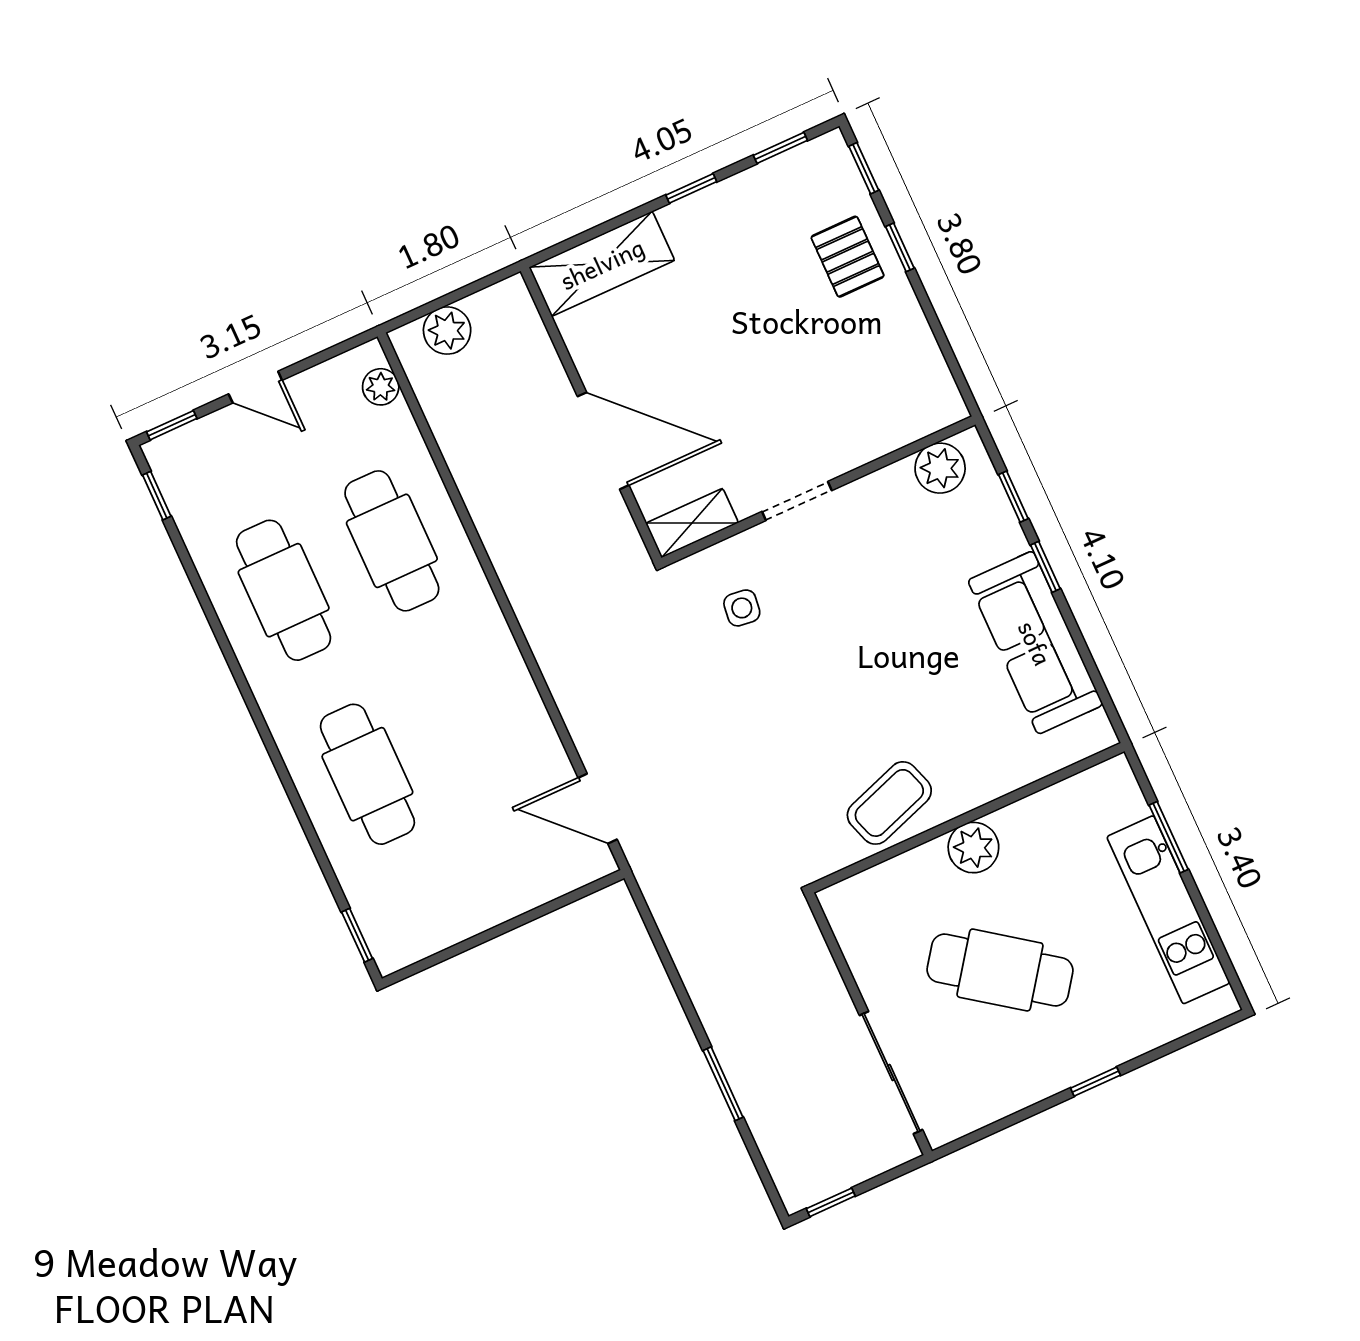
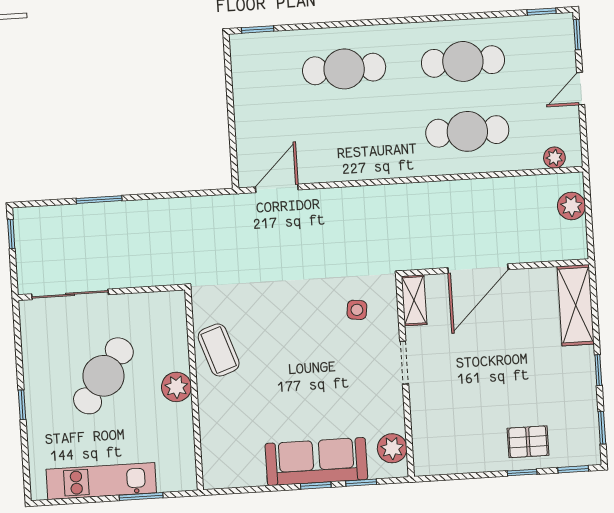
sofa: (1035, 643) -> (316, 462), moved

